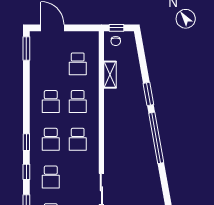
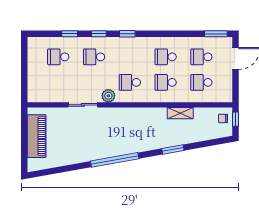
shelving: (110, 75) -> (180, 113), moved
window: (156, 138) -> (115, 160), moved
school desk: (51, 139) -> (201, 57), moved
plant: (92, 162) -> (108, 96), added

